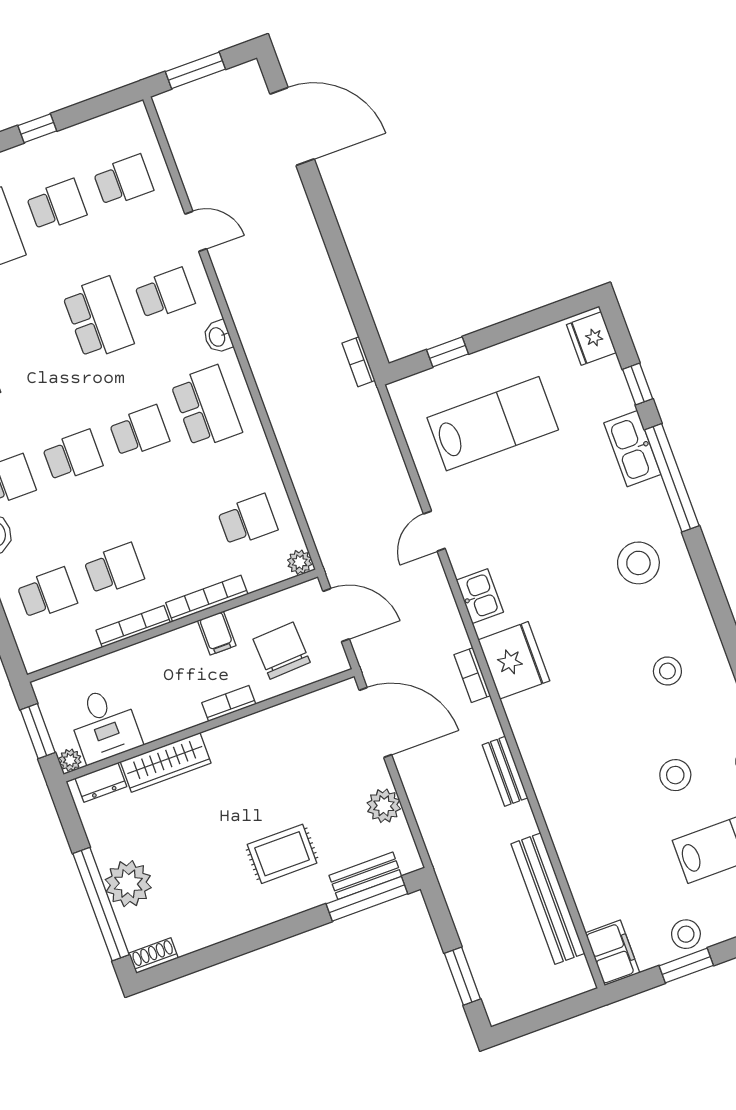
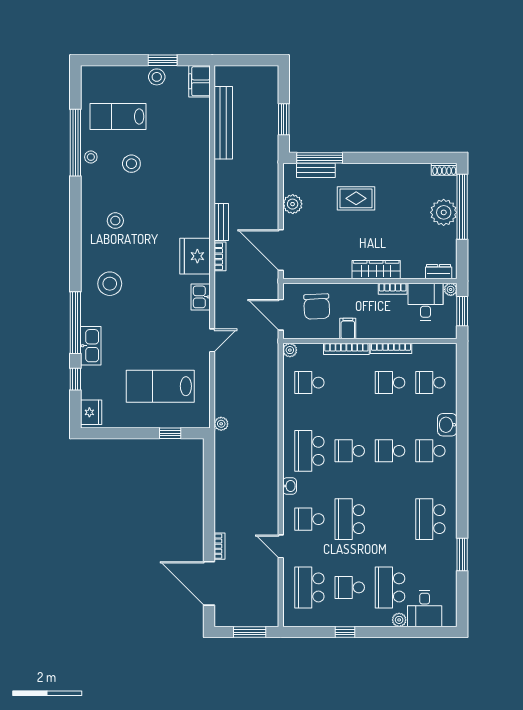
school desk: (123, 181) -> (309, 587), width x1.85
bookcase: (359, 362) -> (220, 546), moved
plant: (369, 398) -> (221, 424), added
bookcase: (229, 703) -> (393, 289), moved
wardrobe: (166, 762) -> (376, 270), moved
bench: (505, 771) -> (221, 222), moved
window: (462, 976) -> (284, 119), moved

